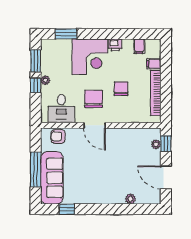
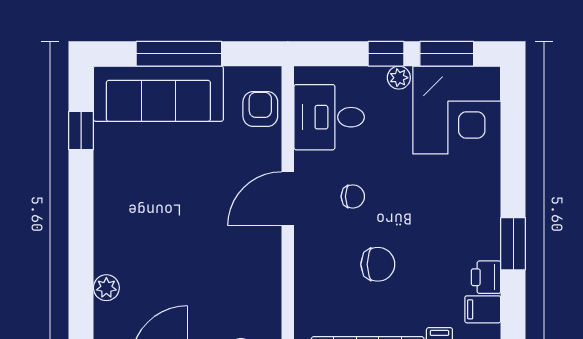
window: (66, 34) -> (513, 244), moved
printer: (115, 45) -> (486, 277), moved
corner desk: (90, 57) -> (457, 110), moved, turned -90
chair: (94, 99) -> (353, 196), width x0.54, depth x0.54

